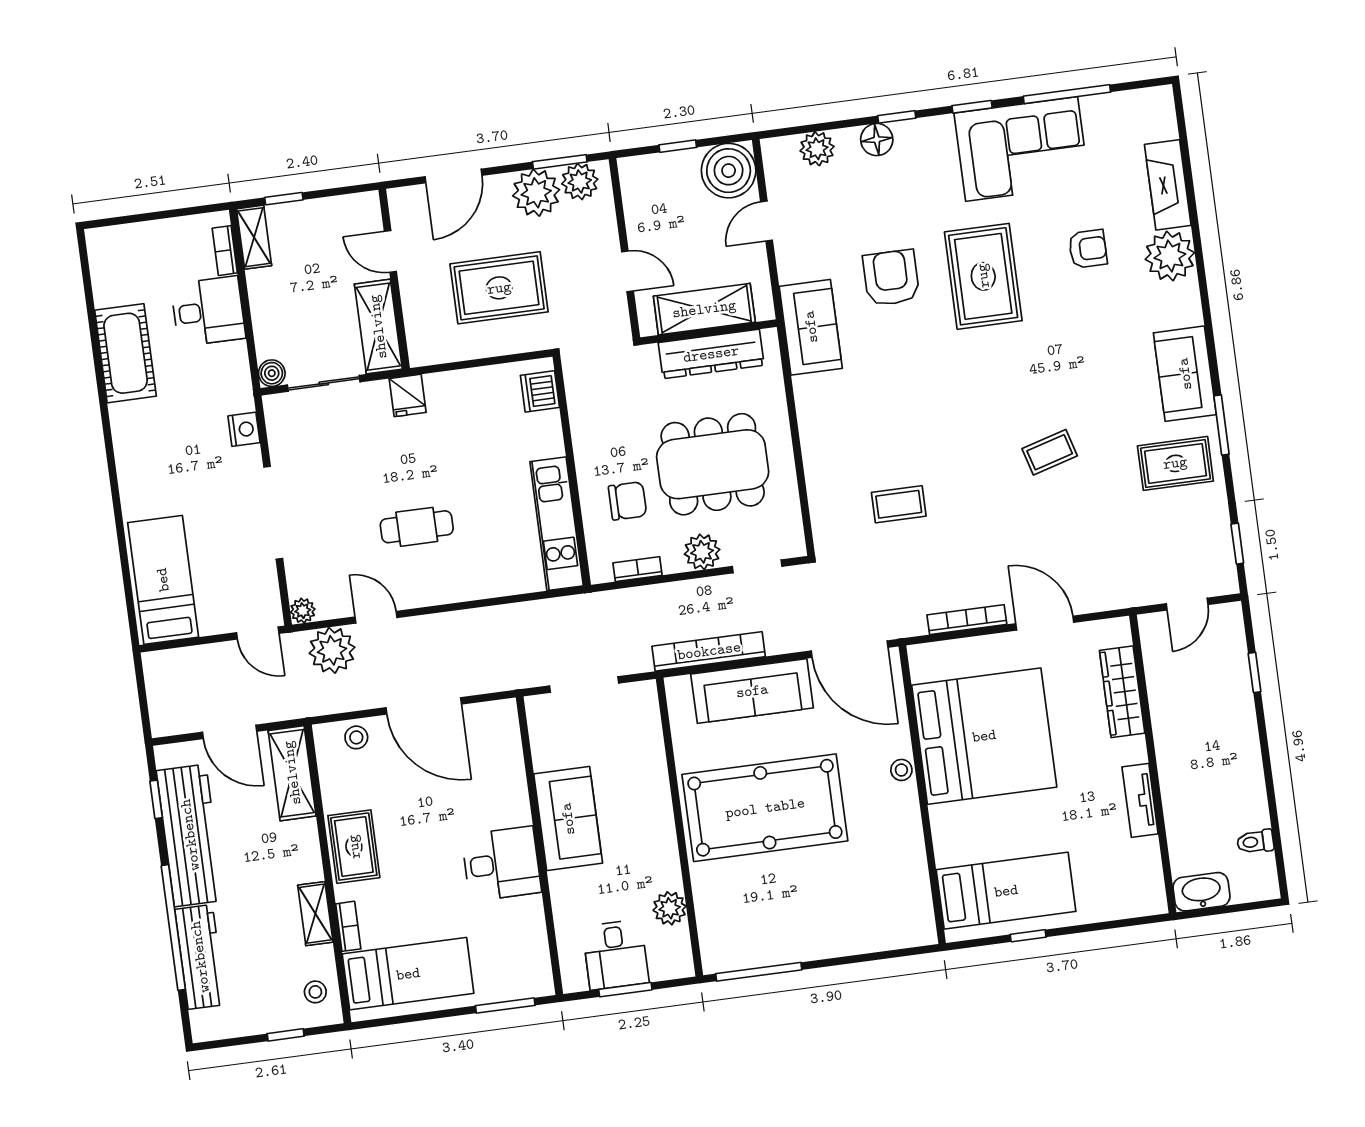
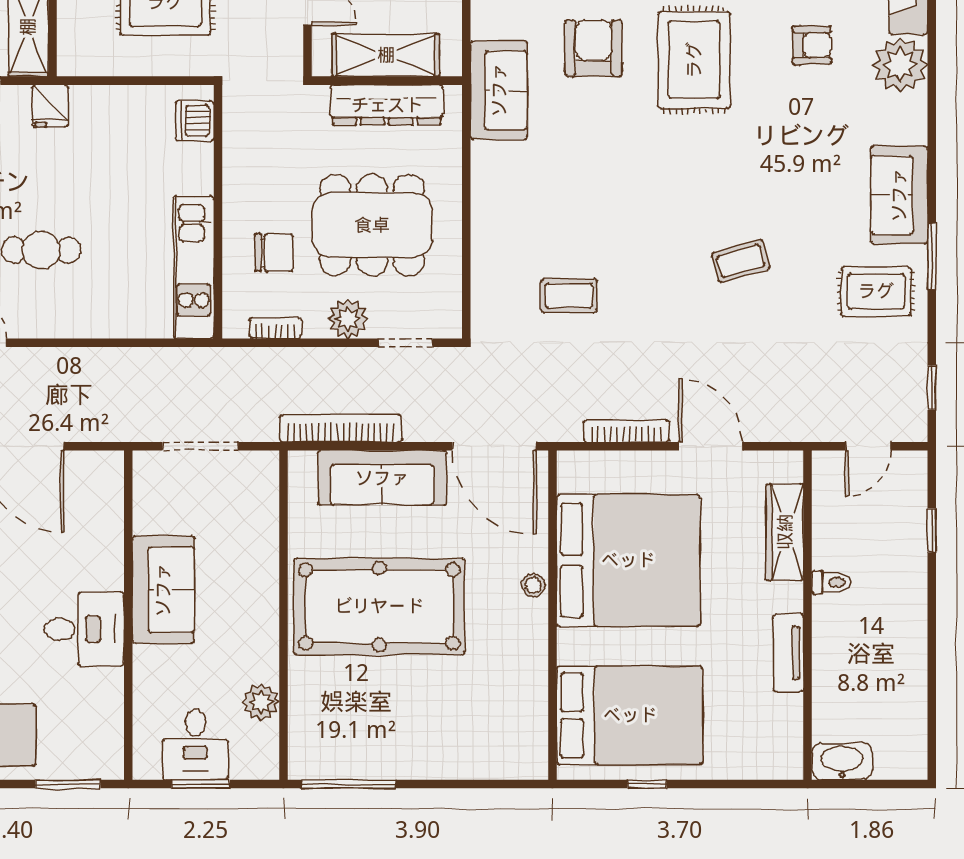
toilet: (1255, 842) -> (831, 582), moved, turned 180
bed: (1006, 891) -> (630, 715), width x1.50

